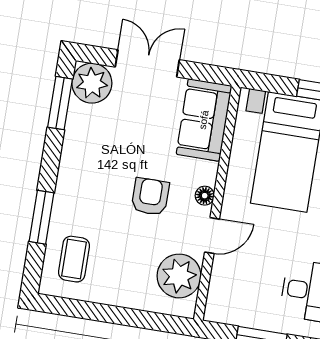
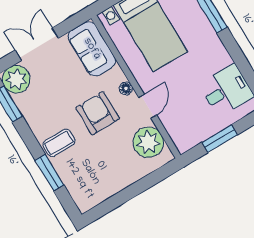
armchair: (150, 197) -> (98, 113), width x1.38, depth x1.38
coffee table: (74, 259) -> (59, 143), moved, turned 90

